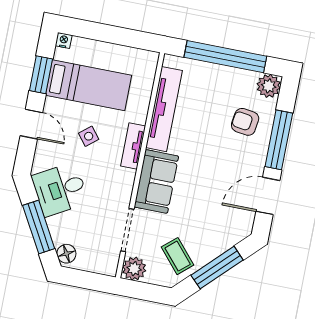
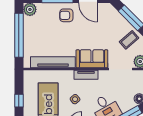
window: (106, 33) -> (19, 101), added
armchair: (245, 122) -> (66, 15), moved, turned 82
tv unit: (133, 146) -> (86, 75), moved

